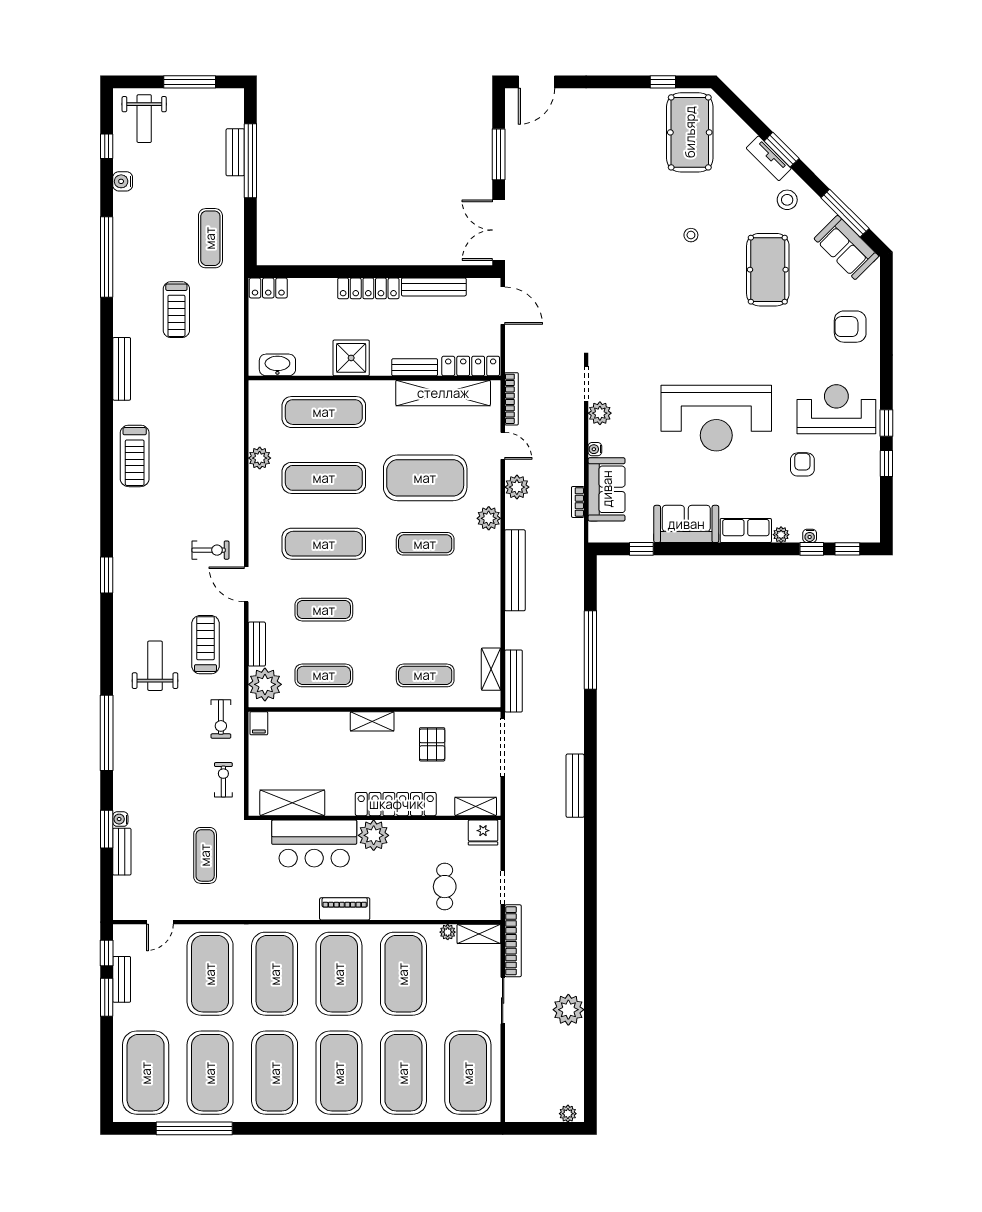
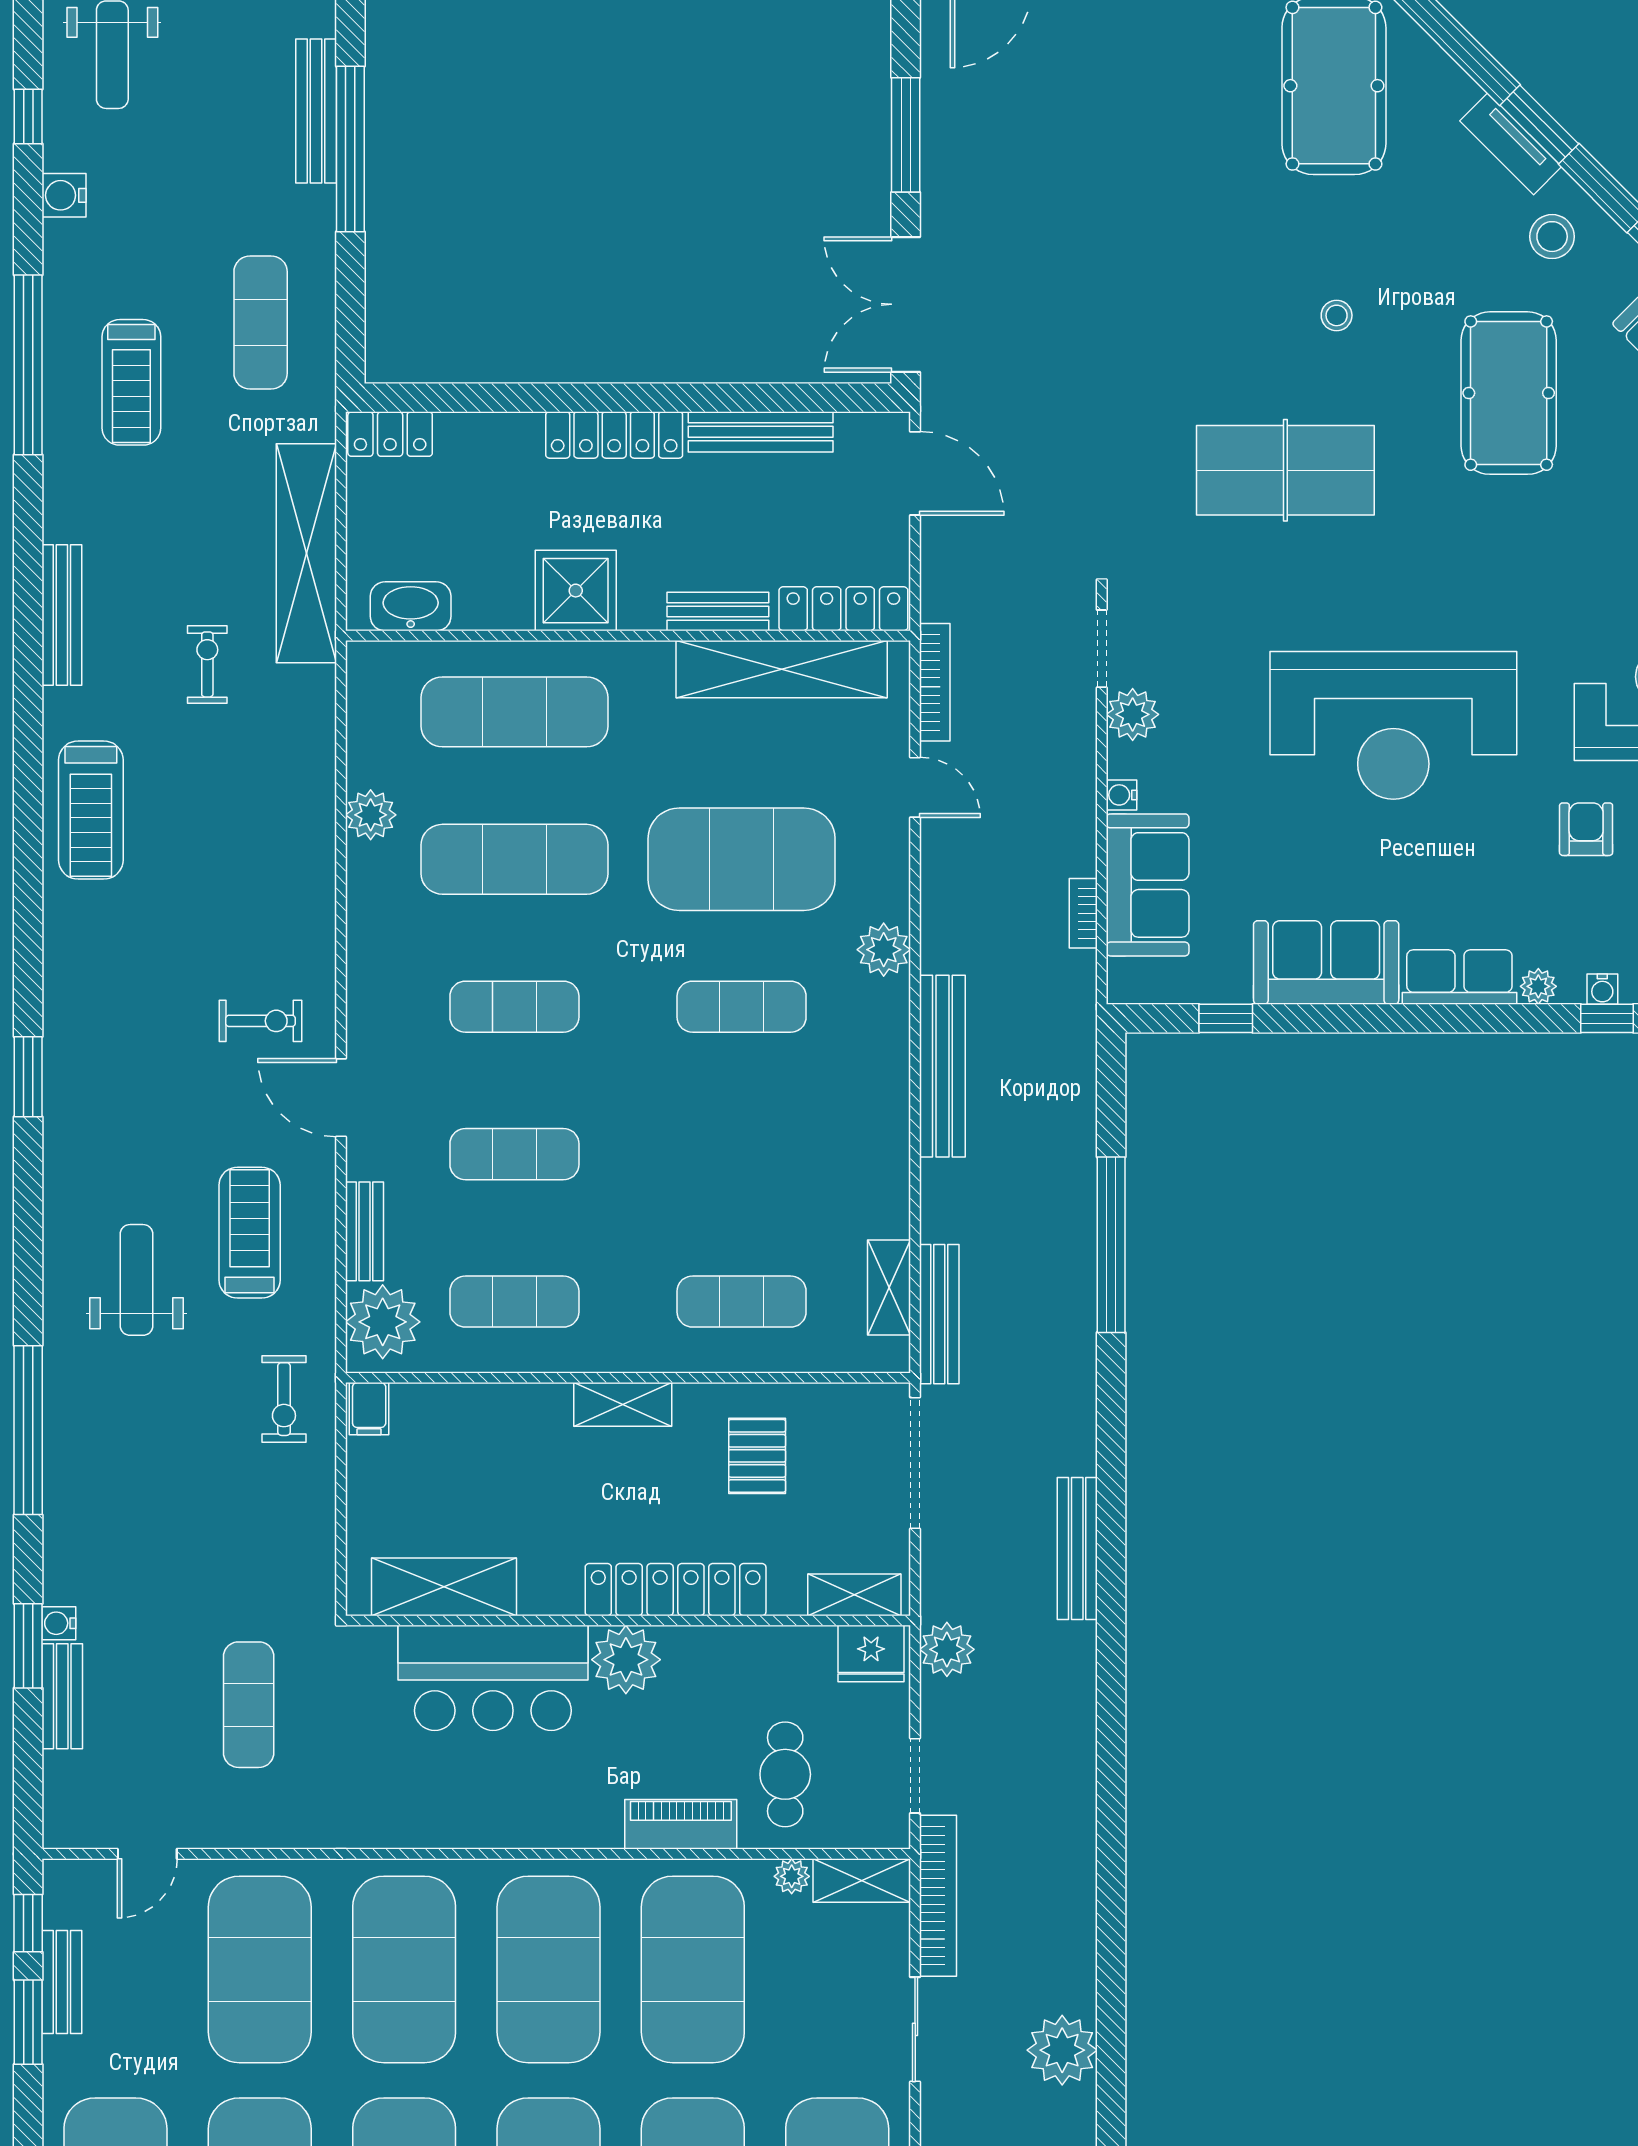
bench: (235, 152) -> (316, 111), width x1.36
table tennis table: (668, 304) -> (1285, 470), added
treadmill: (176, 310) -> (131, 382), moved
shelving: (231, 341) -> (306, 553), added
plant: (517, 487) -> (947, 1649), moved
exercise mat: (324, 544) -> (514, 1007), width x0.73, depth x0.69
exercise bike: (223, 780) -> (207, 664), moved
piano: (345, 909) -> (681, 1824), moved

